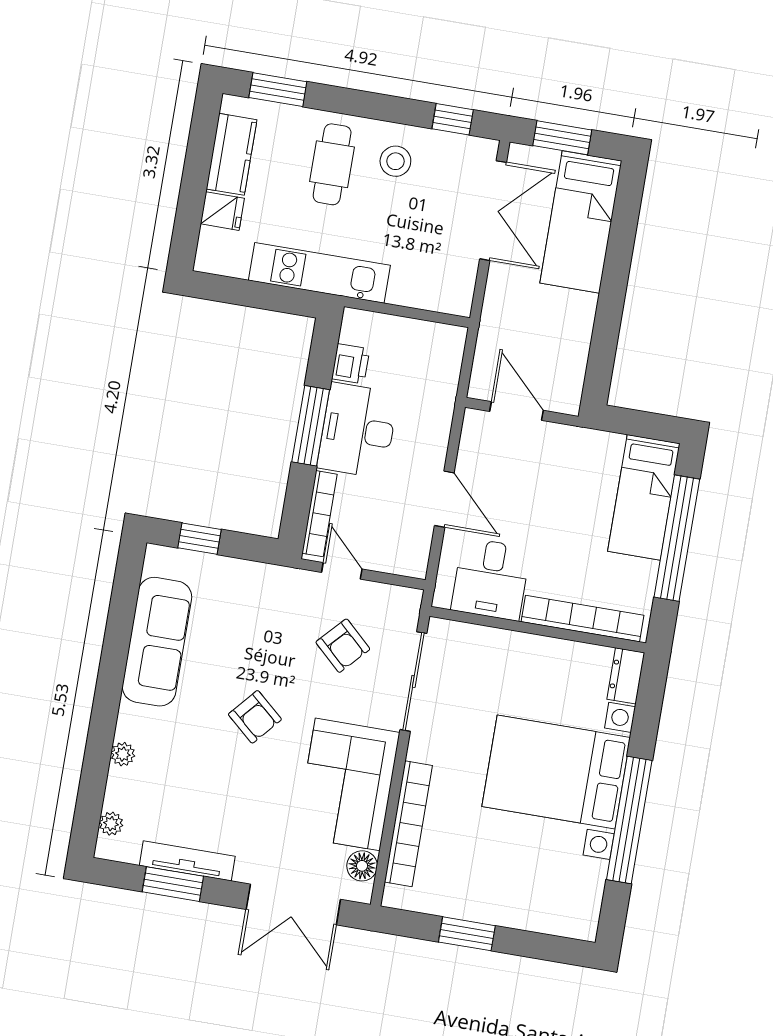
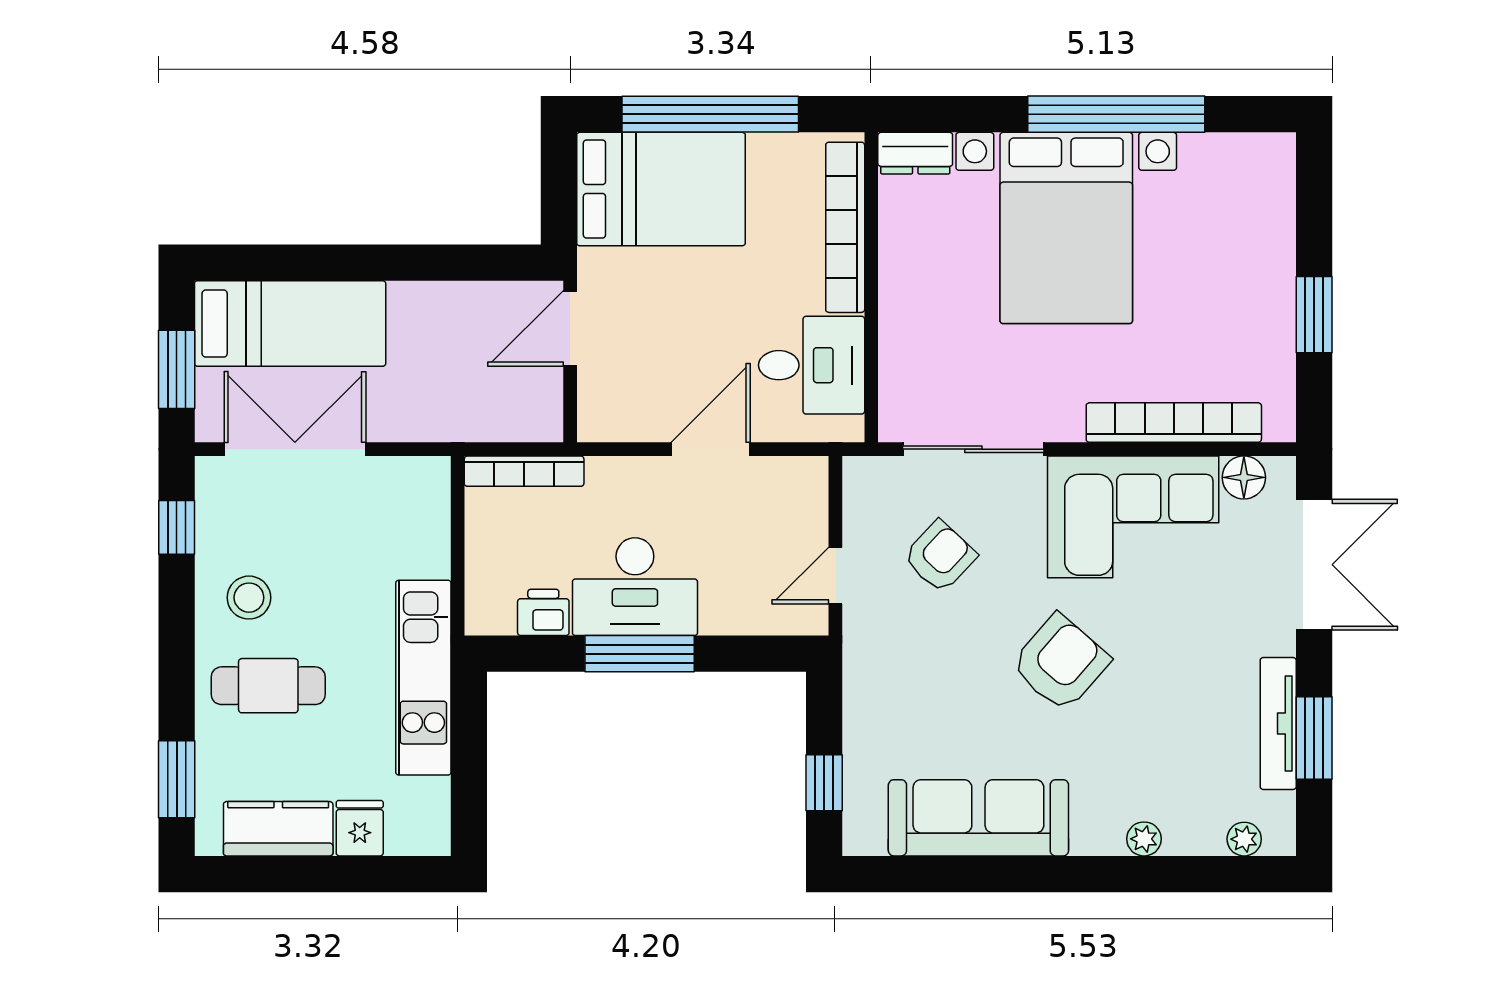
door: (516, 411) -> (570, 328), moved
bed: (644, 497) -> (661, 189), width x1.50
bookcase: (320, 514) -> (524, 471), moved, turned 180
armchair: (255, 717) -> (1060, 663), width x1.38, depth x1.38

